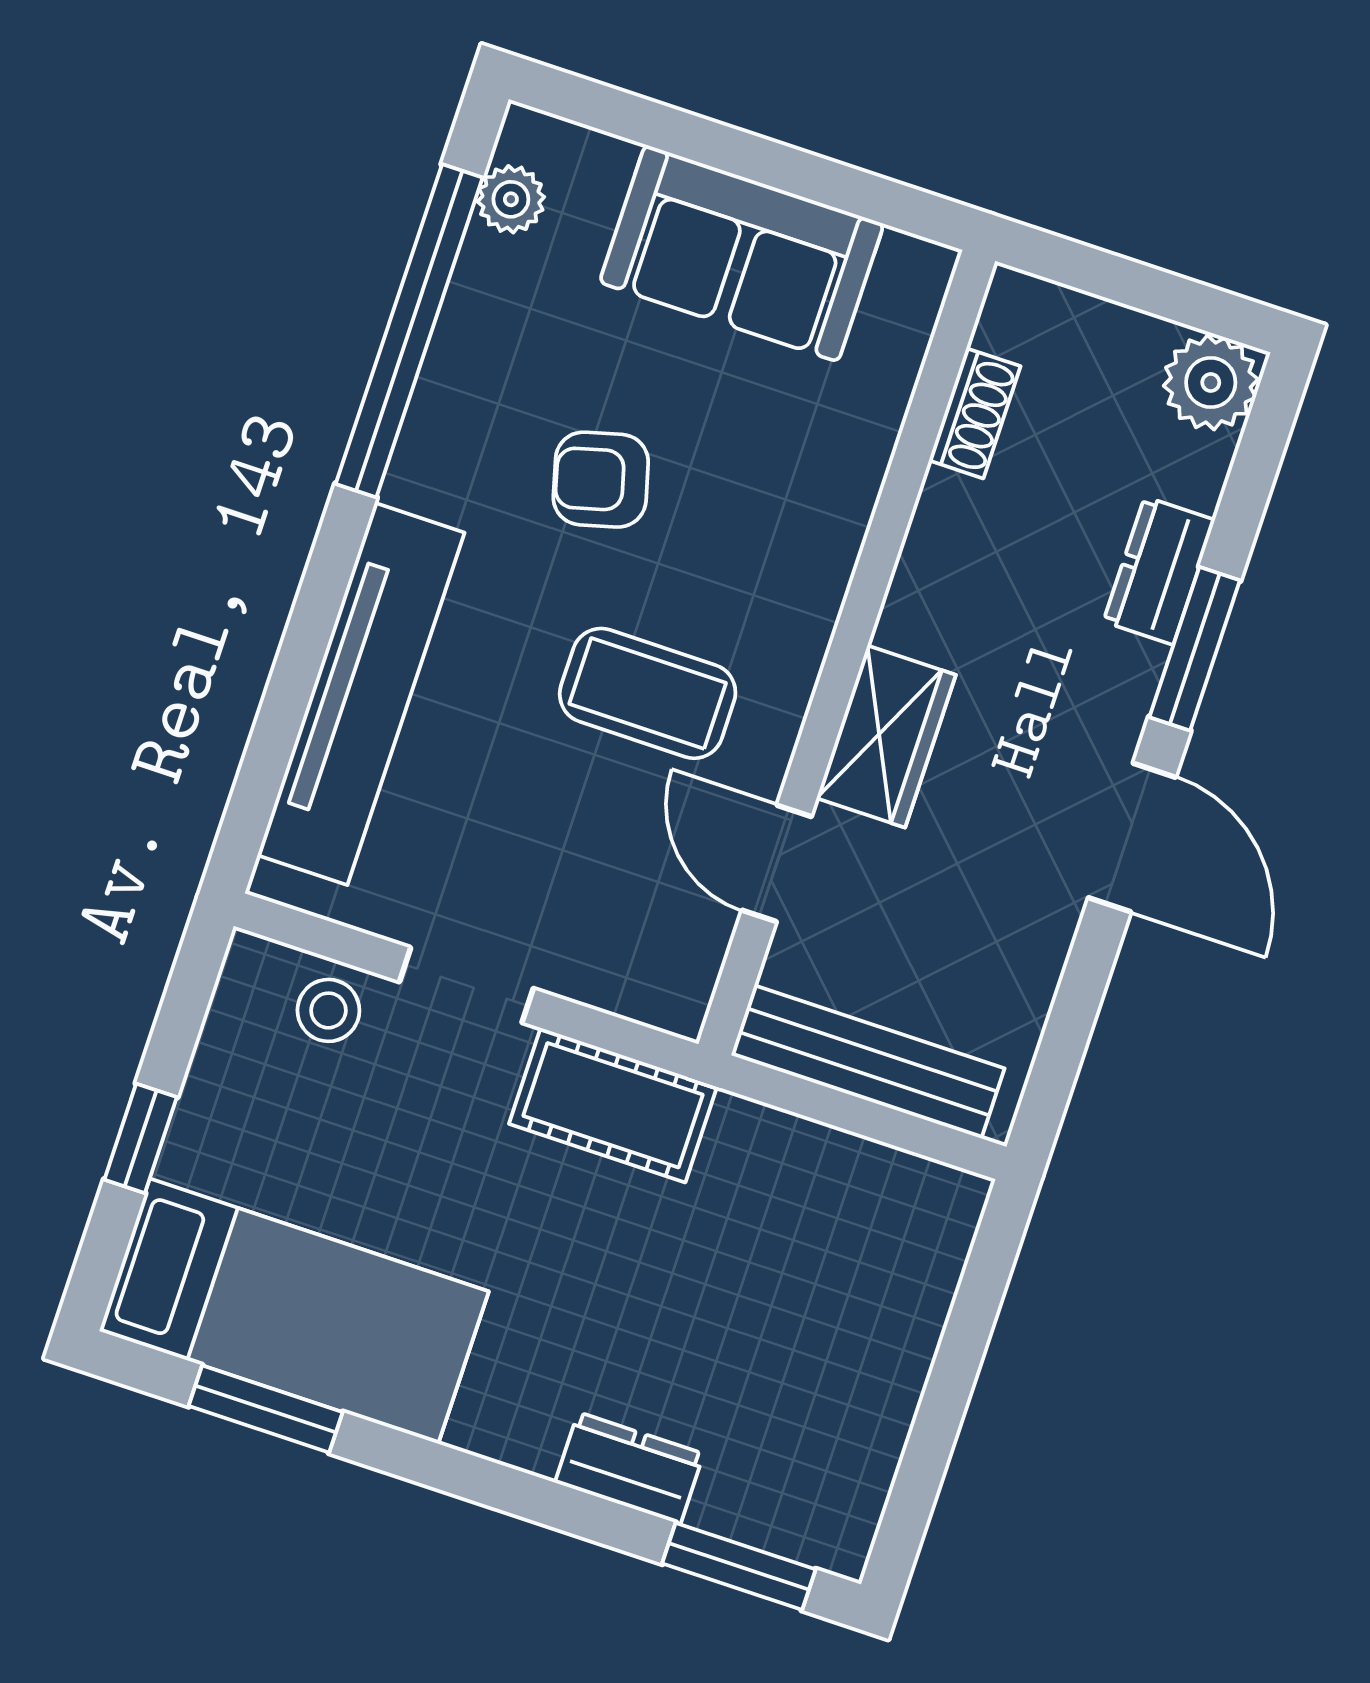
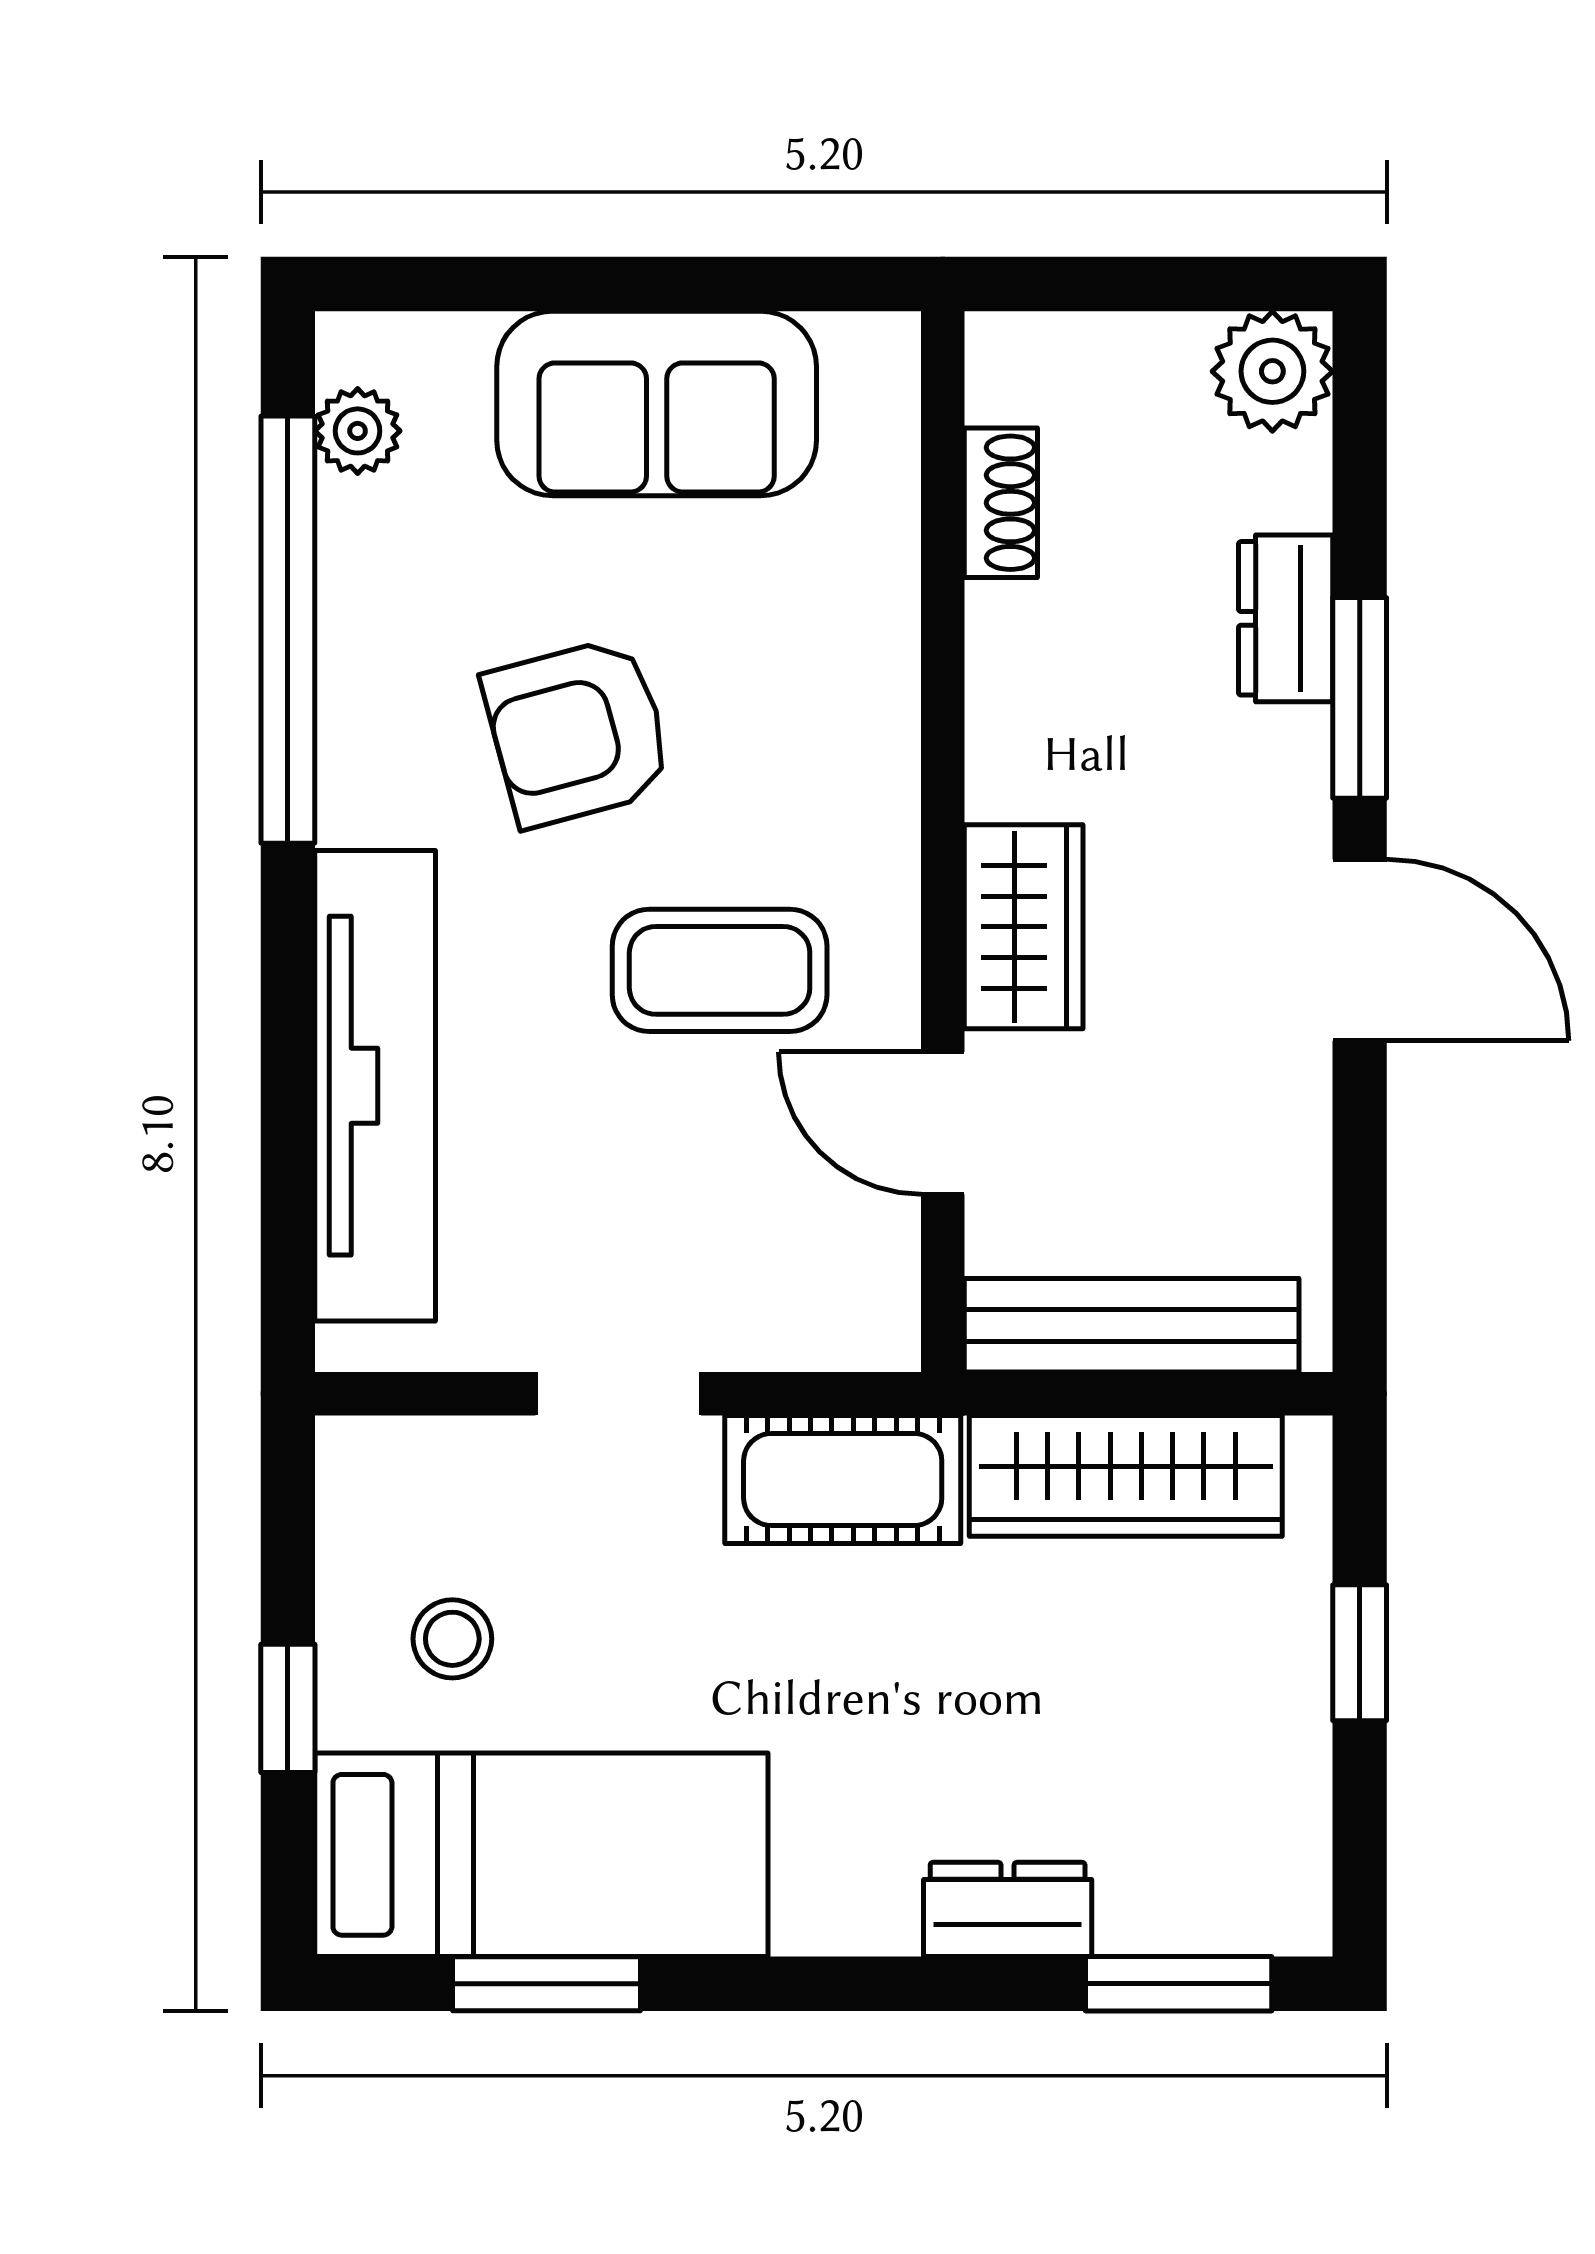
armchair: (601, 480) -> (578, 732), width x1.38, depth x1.38
stool: (328, 1010) -> (452, 1639), moved
wardrobe: (826, 1173) -> (1126, 1476), added
window: (957, 1364) -> (1360, 1653), added

